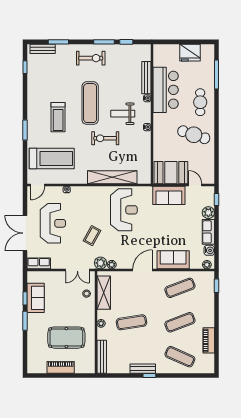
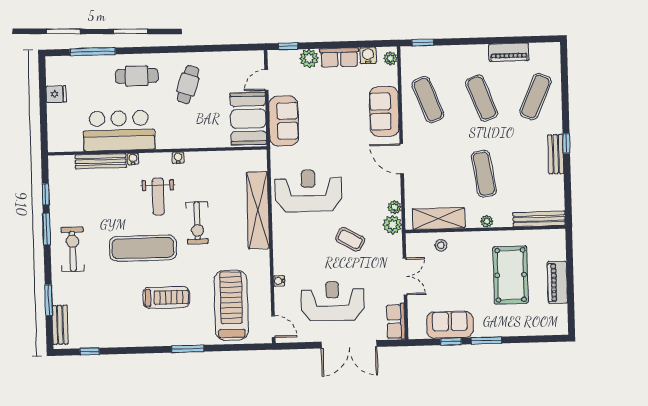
fridge: (190, 53) -> (56, 94), width x0.53, depth x0.75
cafe table: (194, 135) -> (188, 85), width x0.73, depth x0.74
double door: (77, 270) -> (405, 276), moved

